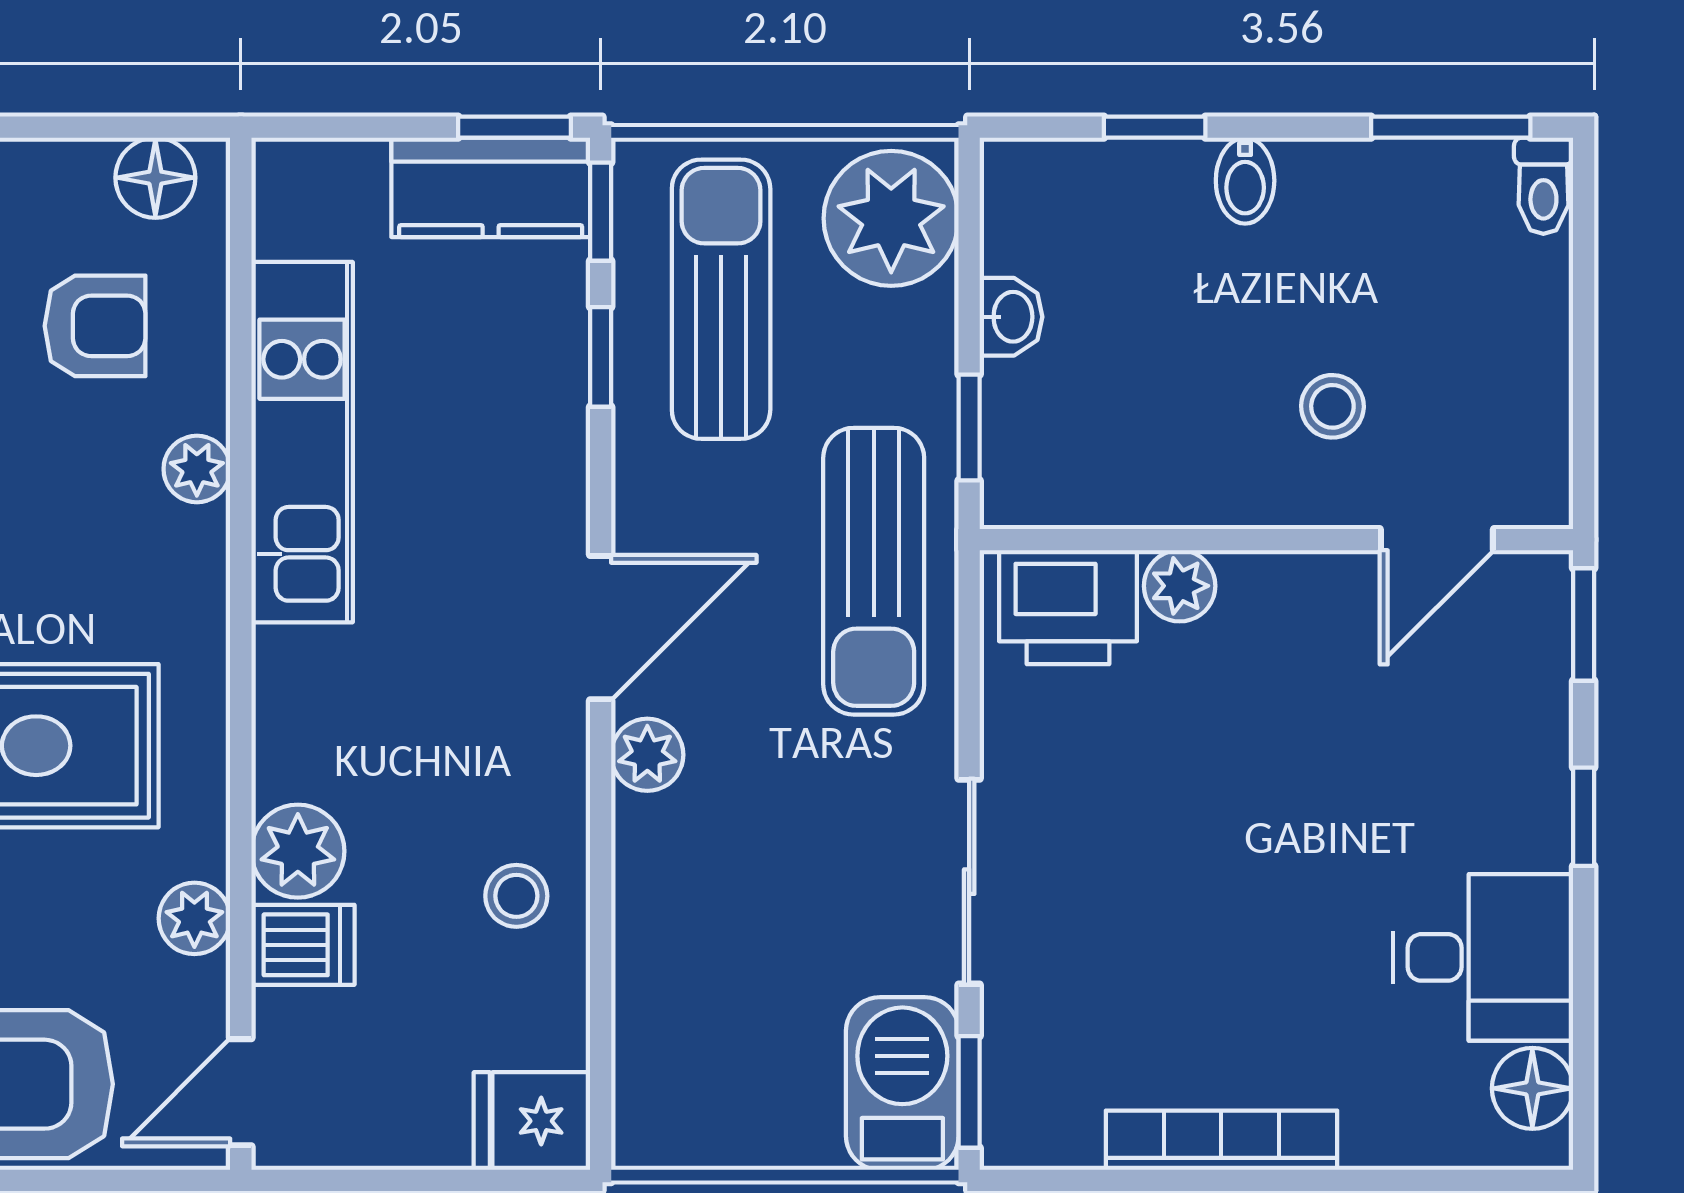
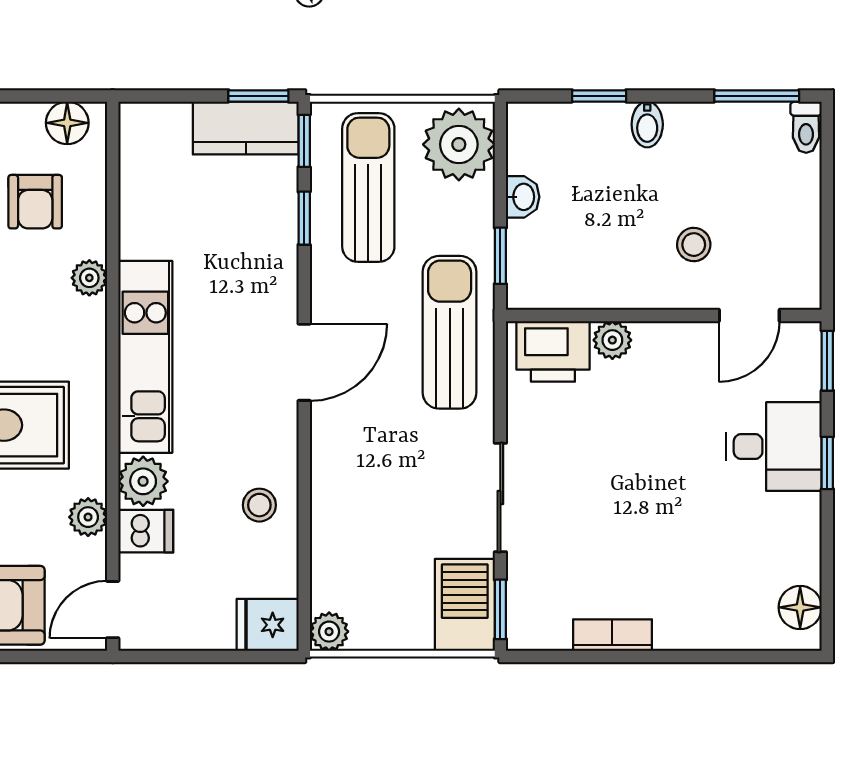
armchair: (95, 326) -> (35, 202), turned 90
kitchen unit: (302, 442) -> (145, 357), moved
sun lounger: (874, 571) -> (450, 332), turned 180
plant: (647, 755) -> (329, 632), moved
desk: (1483, 957) -> (774, 447), moved
bookcase: (1221, 1140) -> (612, 635), width x0.64

